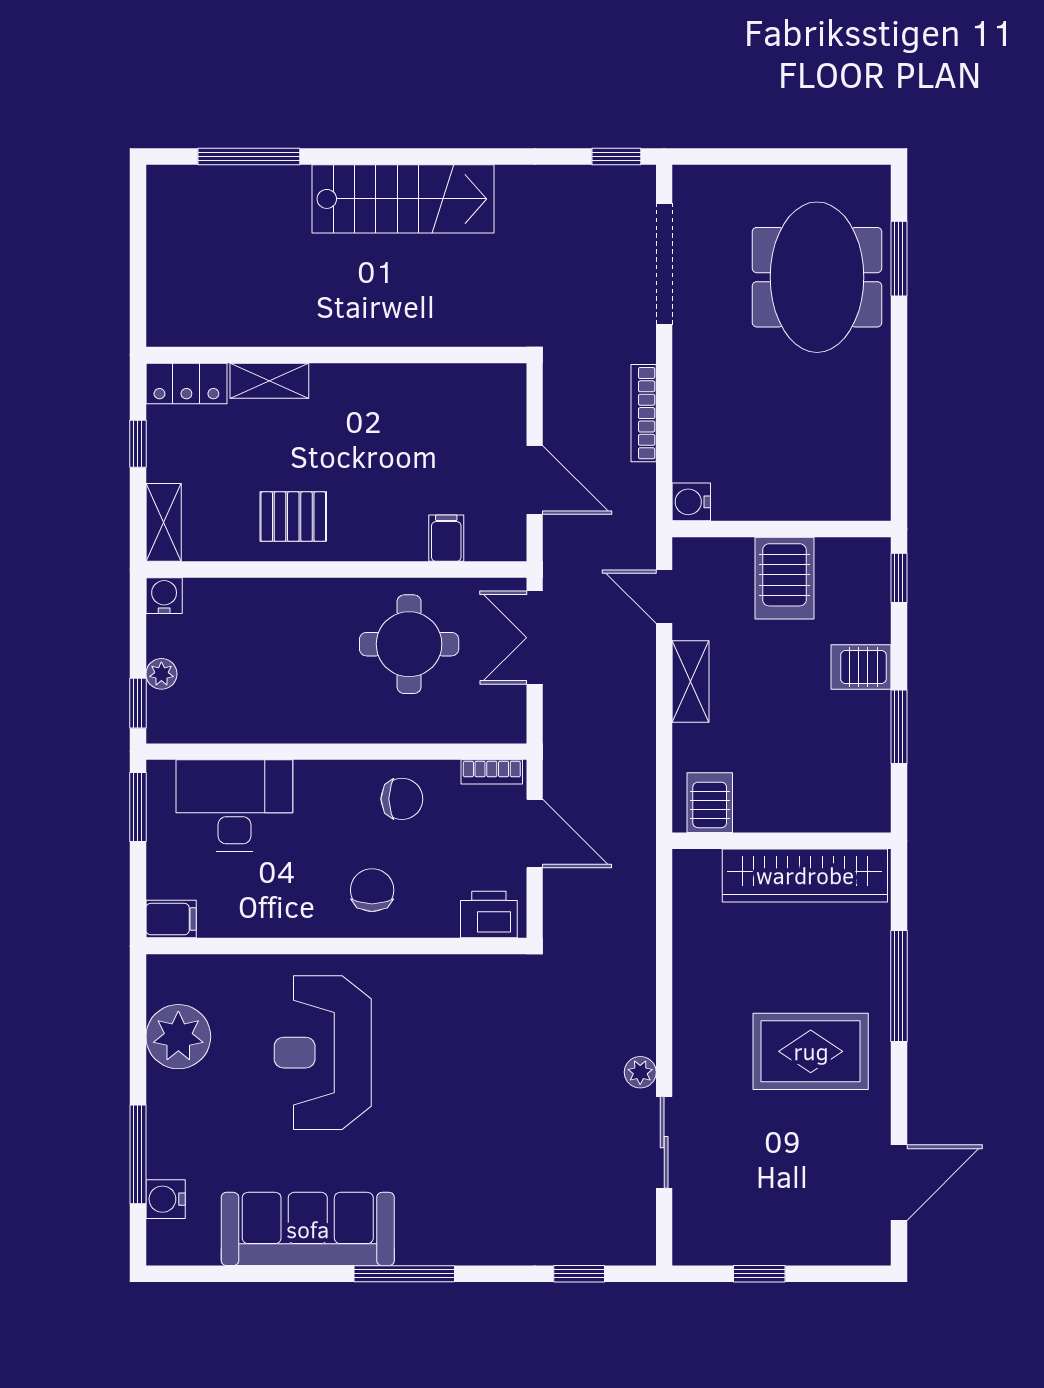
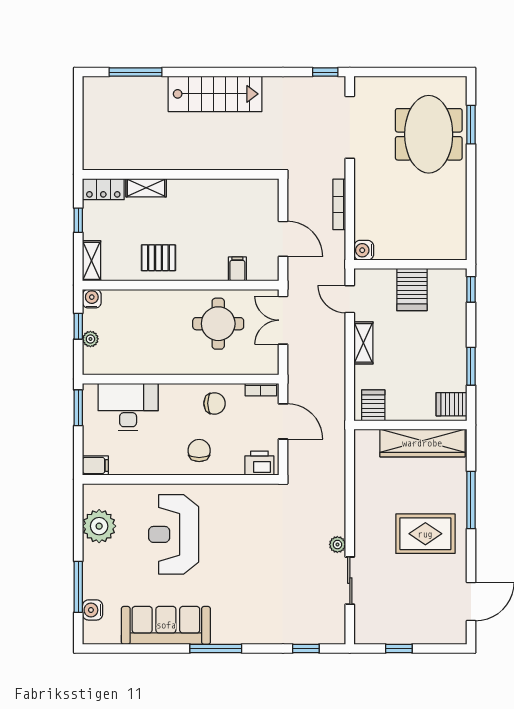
server rack: (861, 667) -> (451, 404), moved
window: (138, 703) -> (78, 326), moved

